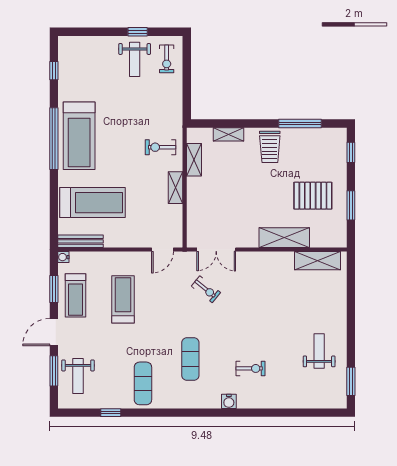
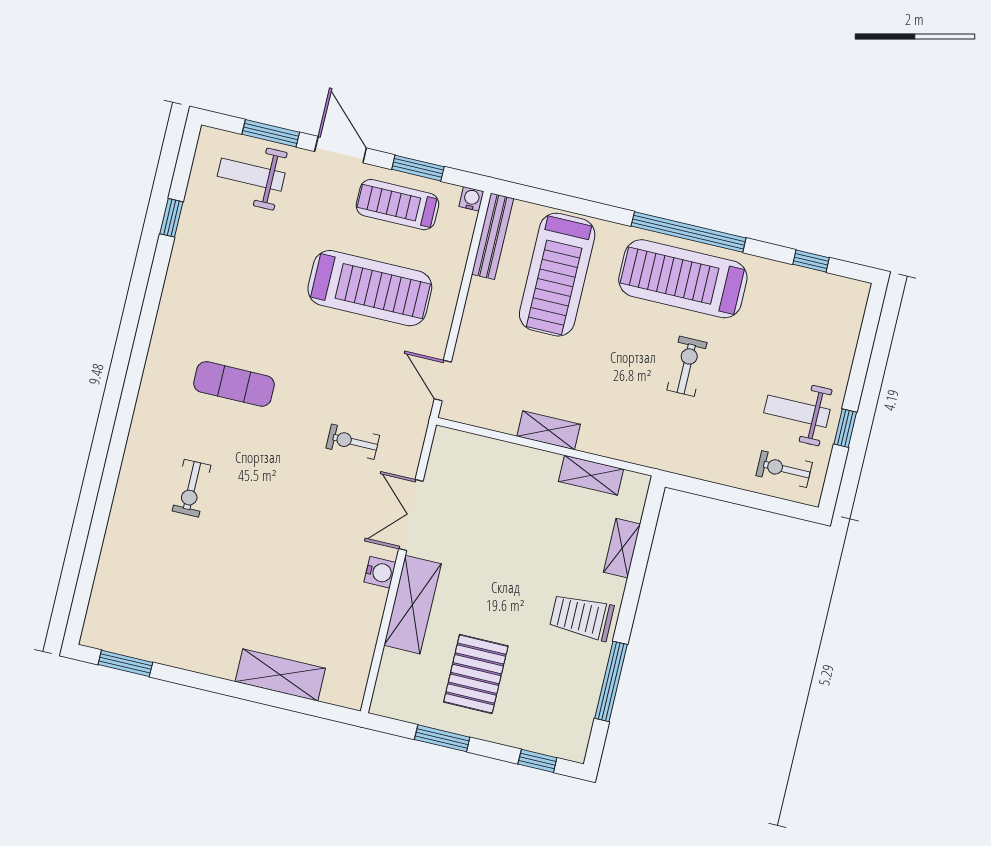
exercise bike: (161, 147) -> (687, 366), moved
double door: (216, 250) -> (411, 515), moved
shelving: (317, 261) -> (280, 675), moved, turned 90
exercise bike: (206, 289) -> (353, 442), turned 51
treadmill: (123, 299) -> (370, 288), width x1.37, depth x1.38
weight bench: (319, 351) -> (194, 619), removed
exercise mat: (143, 383) -> (210, 288), removed
water cooler: (229, 401) -> (380, 572), moved, turned 180

